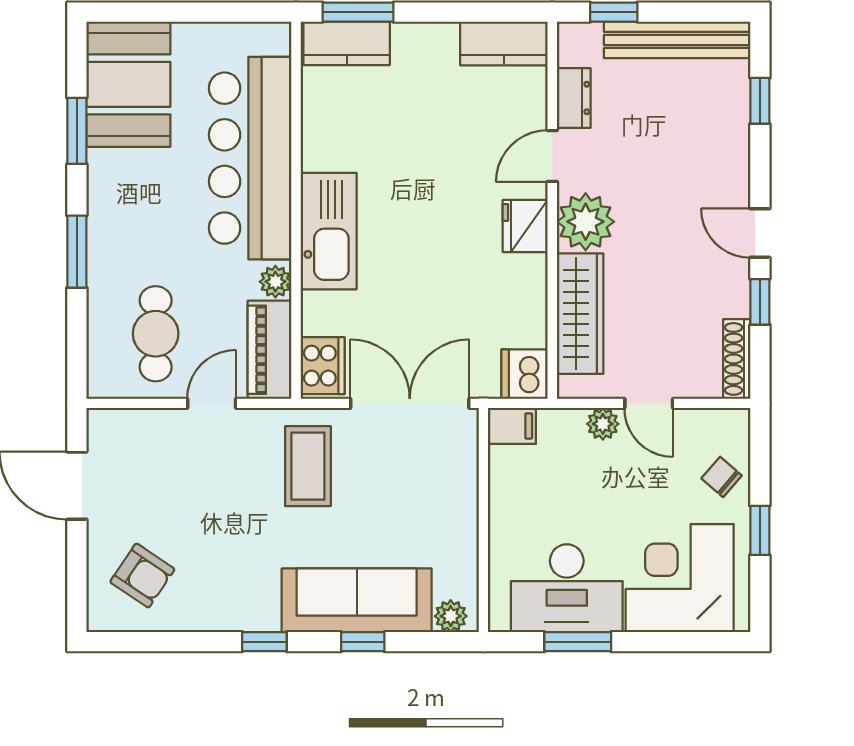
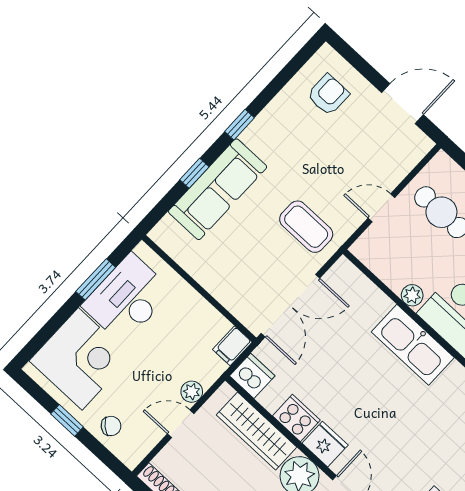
piano: (269, 350) -> (381, 261), removed
cooker: (323, 366) -> (296, 418), moved, turned 180
door: (212, 403) -> (381, 208), swing flipped
armchair: (142, 576) -> (328, 95), turned 146
plant: (451, 616) -> (167, 228), removed

